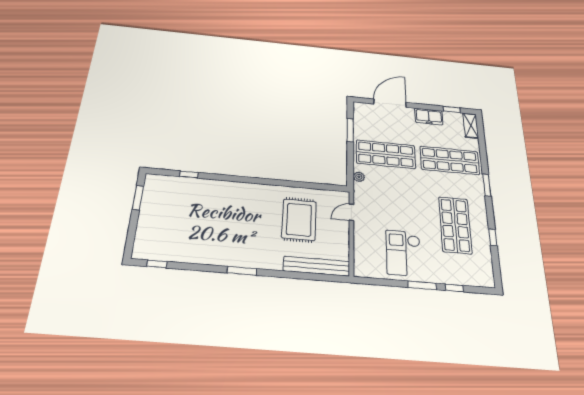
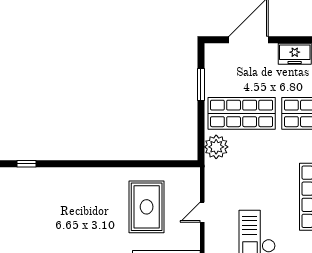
plant: (359, 177) -> (216, 147), width x1.88, depth x1.88
door: (351, 212) -> (202, 212), moved

